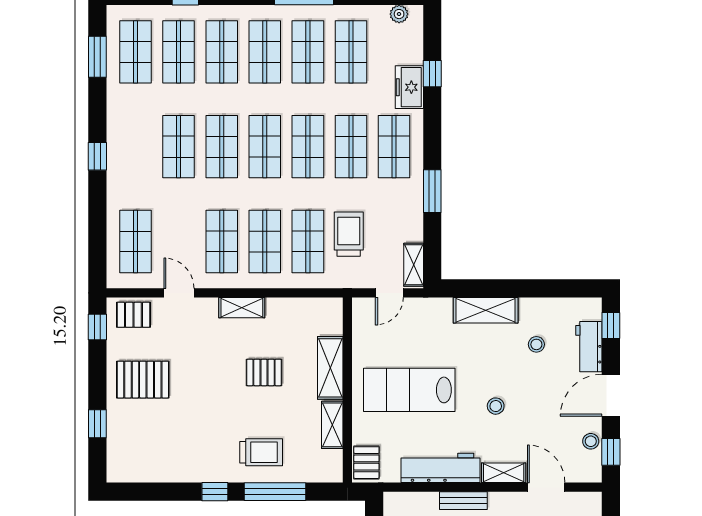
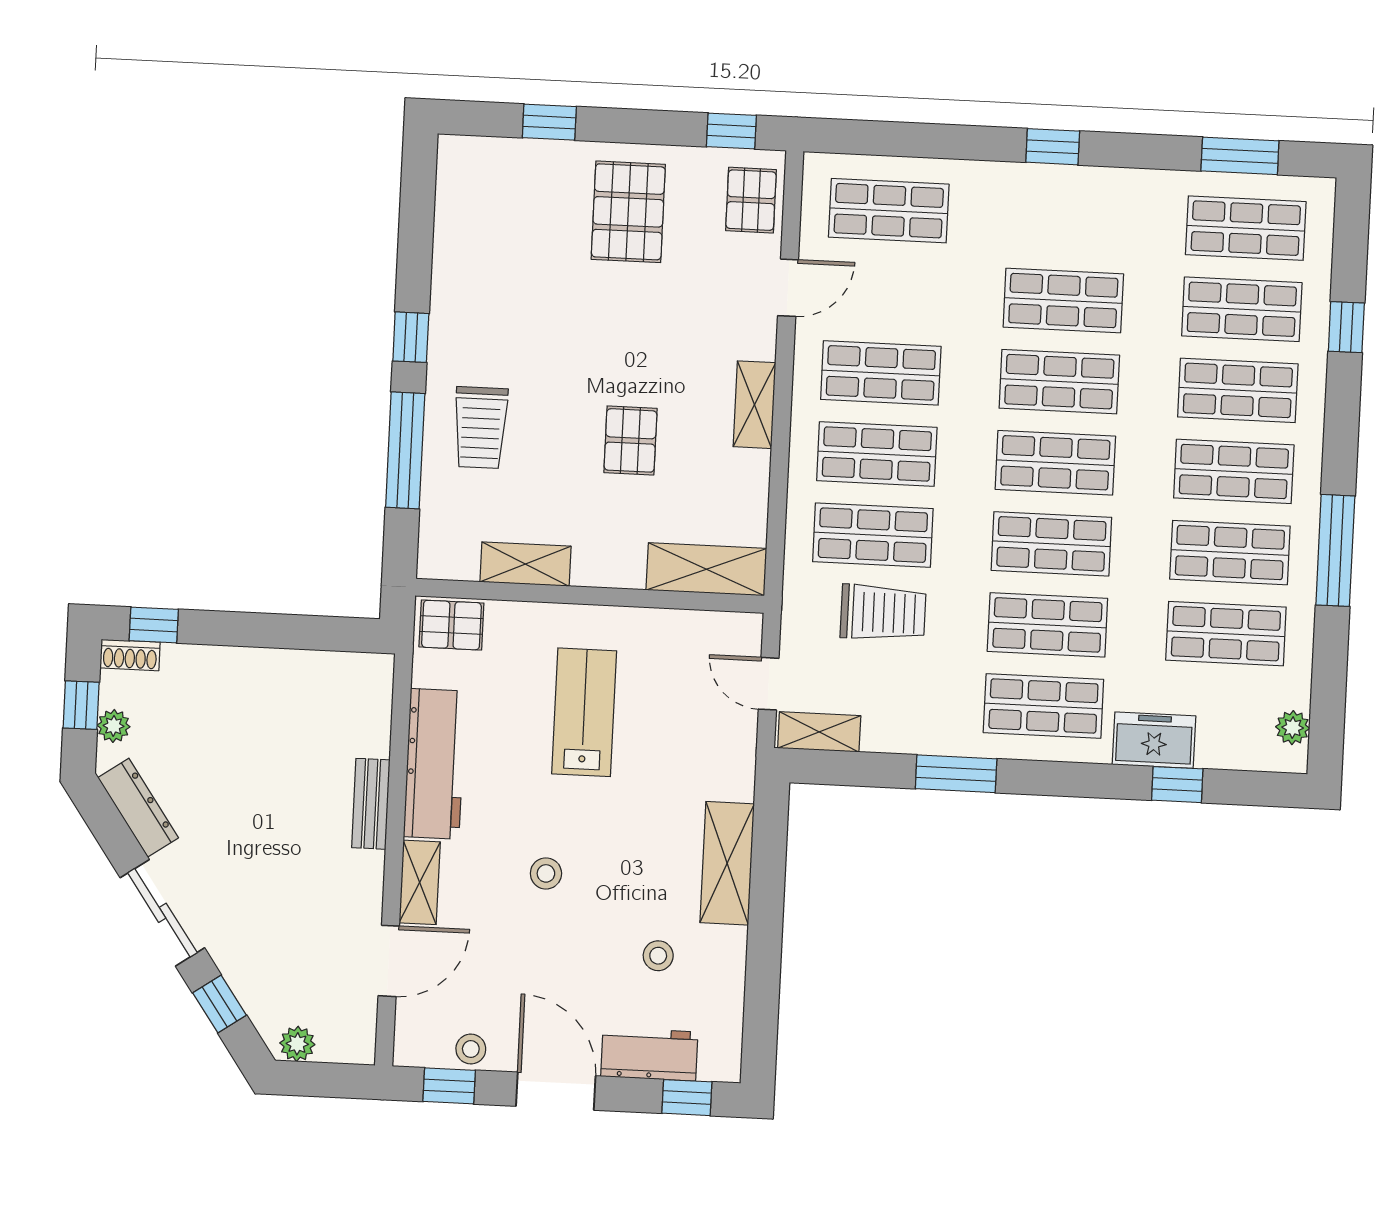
shelving: (330, 368) -> (706, 569), moved
lab bench: (409, 390) -> (584, 712), width x0.73, depth x0.72

